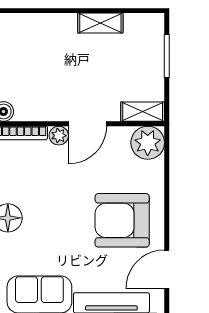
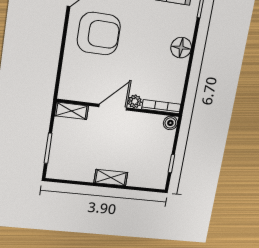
shelving: (100, 23) -> (111, 178), moved
plant: (148, 143) -> (71, 88), removed

